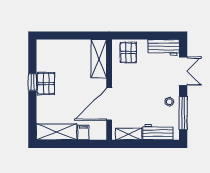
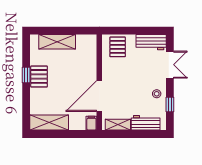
shelving: (99, 59) -> (57, 42), moved, turned 90
window: (183, 113) -> (170, 104), width x0.46
filing cabinet: (83, 132) -> (91, 123), moved

